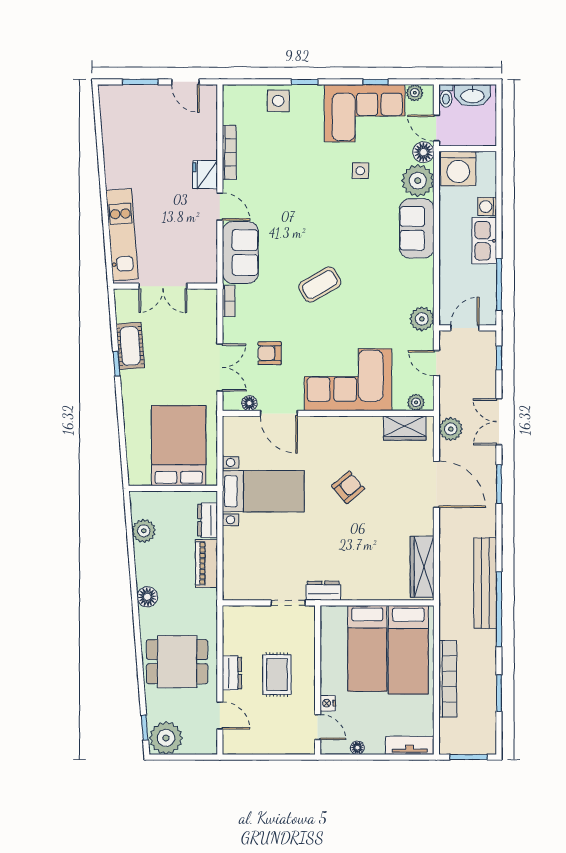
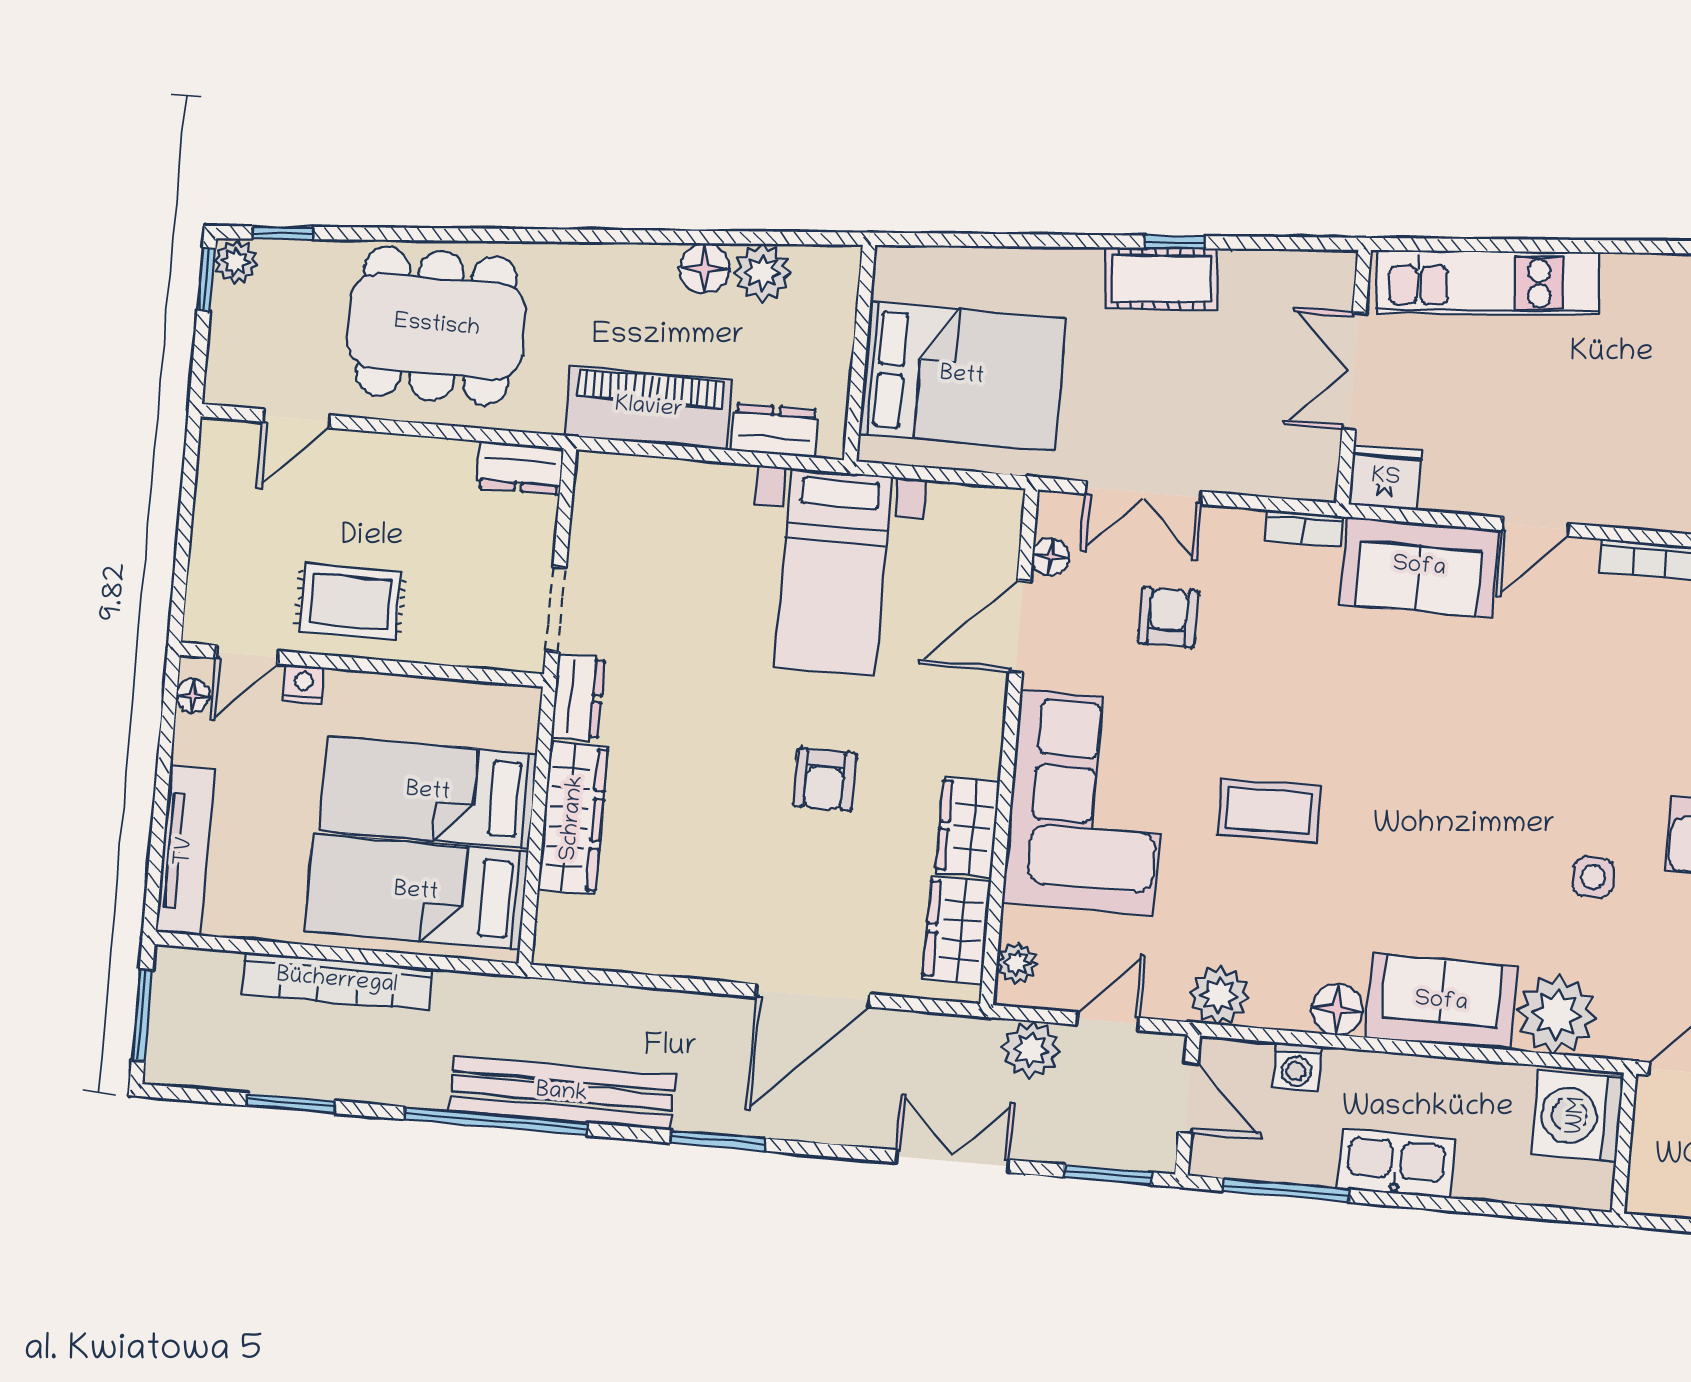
floor lamp: (423, 152) -> (1337, 1009), moved
fridge: (205, 175) -> (1386, 478), moved
washing machine: (487, 206) -> (1297, 1067), moved, turned 180
coffee table: (320, 285) -> (1269, 810), moved, turned -60
cot: (130, 346) -> (1162, 278), moved
window: (499, 358) -> (1108, 1175), width x1.50
wardrobe: (362, 427) -> (968, 827), added
plant: (451, 429) -> (1031, 1050), moved
window: (499, 484) -> (718, 1141), moved
armchair: (348, 487) -> (825, 780), turned 40
piano: (206, 563) -> (649, 408), width x1.37, depth x1.33
wardrobe: (422, 567) -> (573, 818), moved, turned 90
floor lamp: (147, 597) -> (704, 268), moved
dining table: (177, 662) -> (437, 326), width x1.38
dresser: (232, 673) -> (520, 468), moved
rug: (277, 675) -> (350, 602), moved
plant: (166, 738) -> (236, 262), width x0.53, depth x0.53
tv unit: (410, 745) -> (185, 851), width x1.41
floor lamp: (357, 748) -> (193, 696), moved
window: (166, 757) -> (206, 280), added

